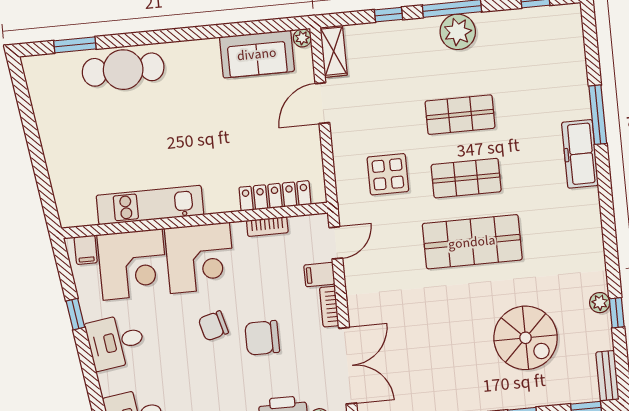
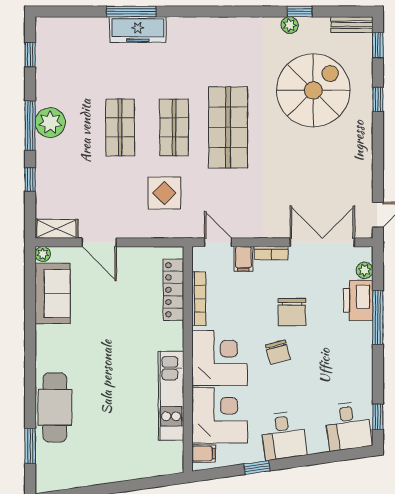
freezer: (580, 154) -> (138, 30), moved
bookcase: (267, 227) -> (199, 299), width x1.56
spiral stairs: (526, 338) -> (313, 90), width x1.37, depth x1.37

